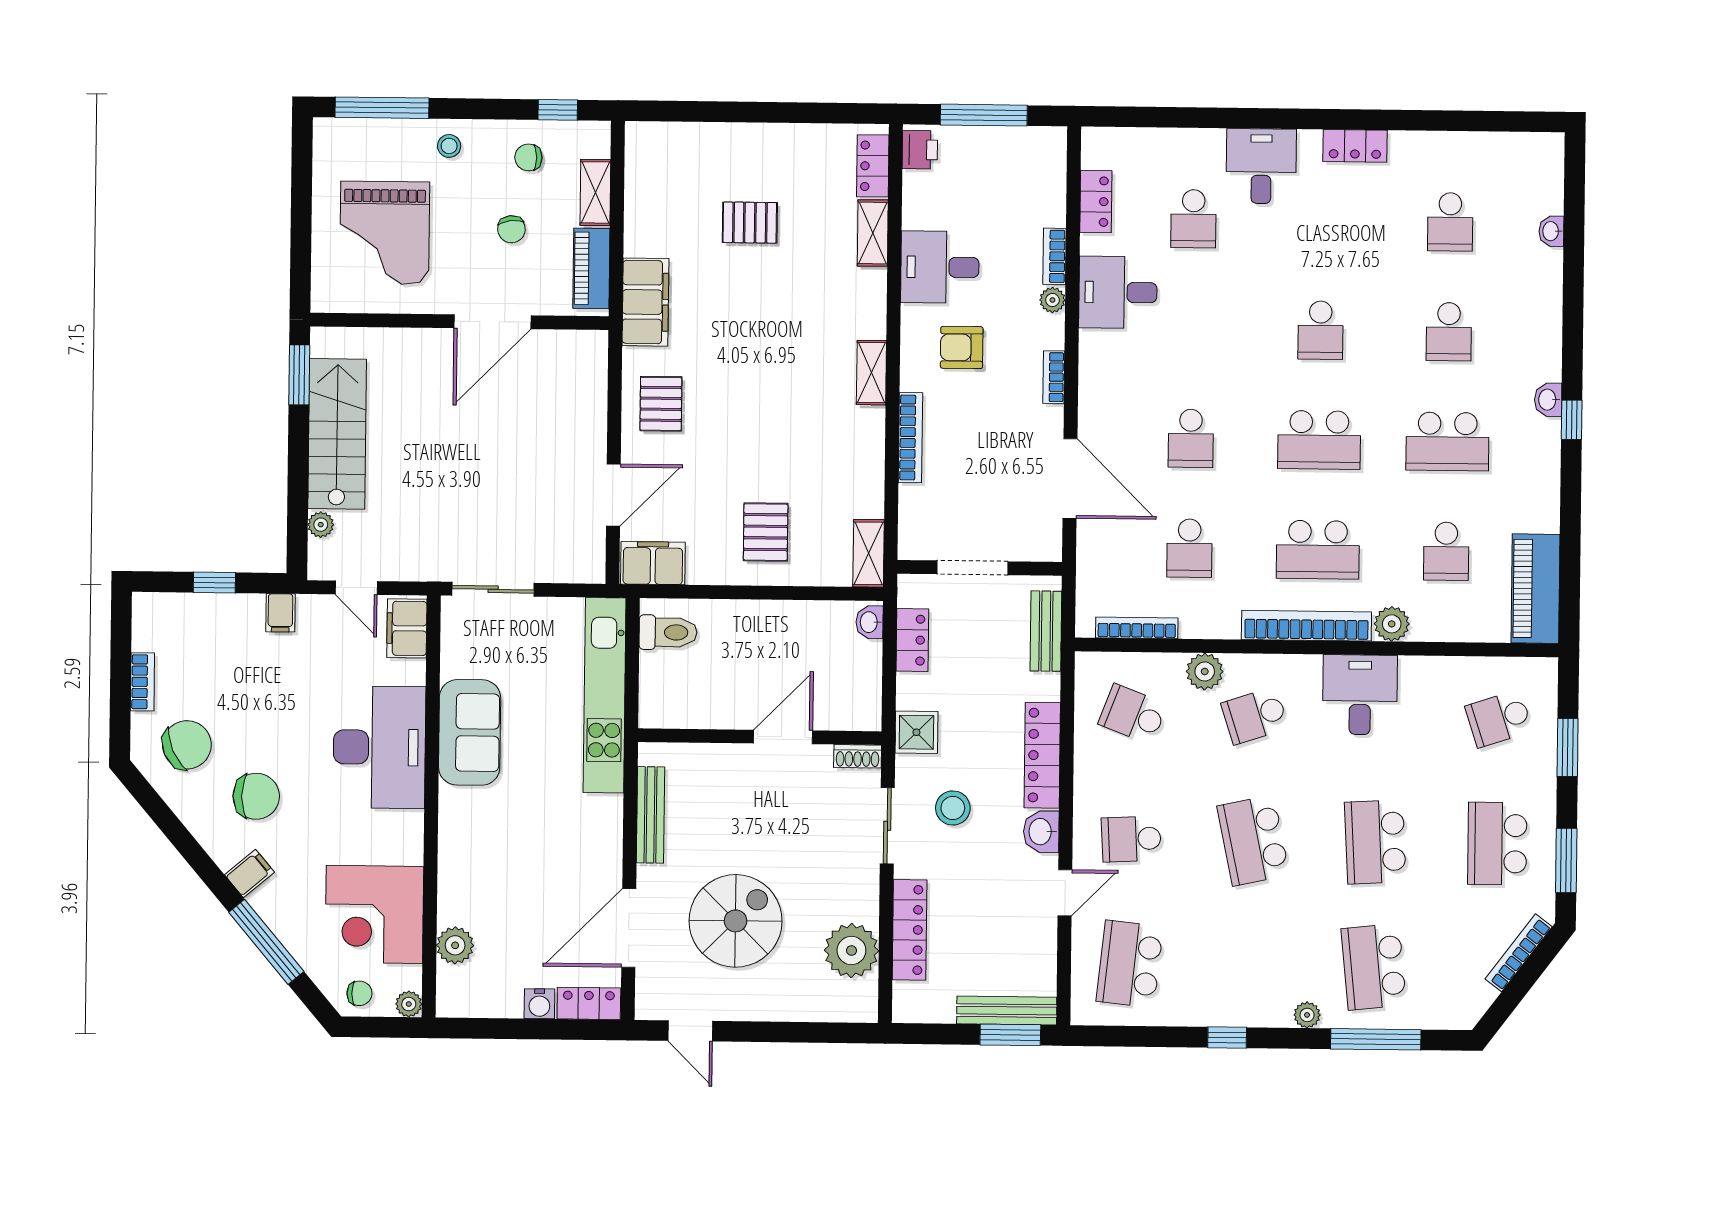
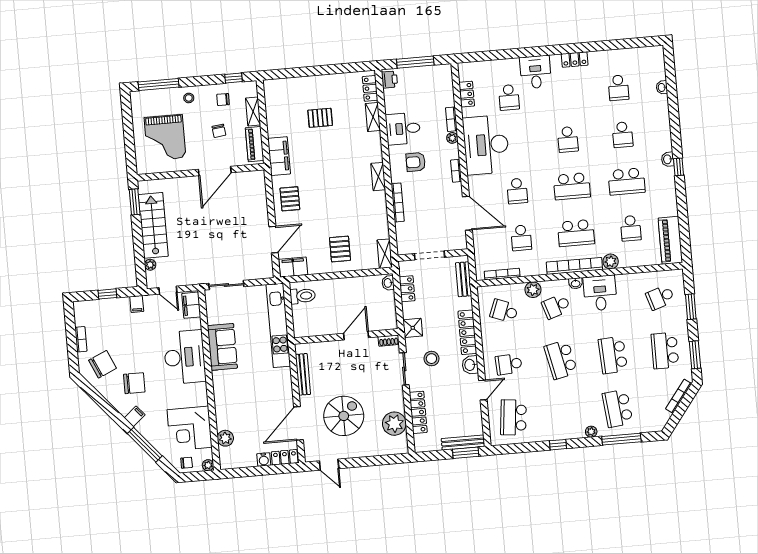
desk: (1118, 292) -> (486, 145), width x1.87, depth x1.30
washbasin: (1305, 667) -> (576, 283), added

